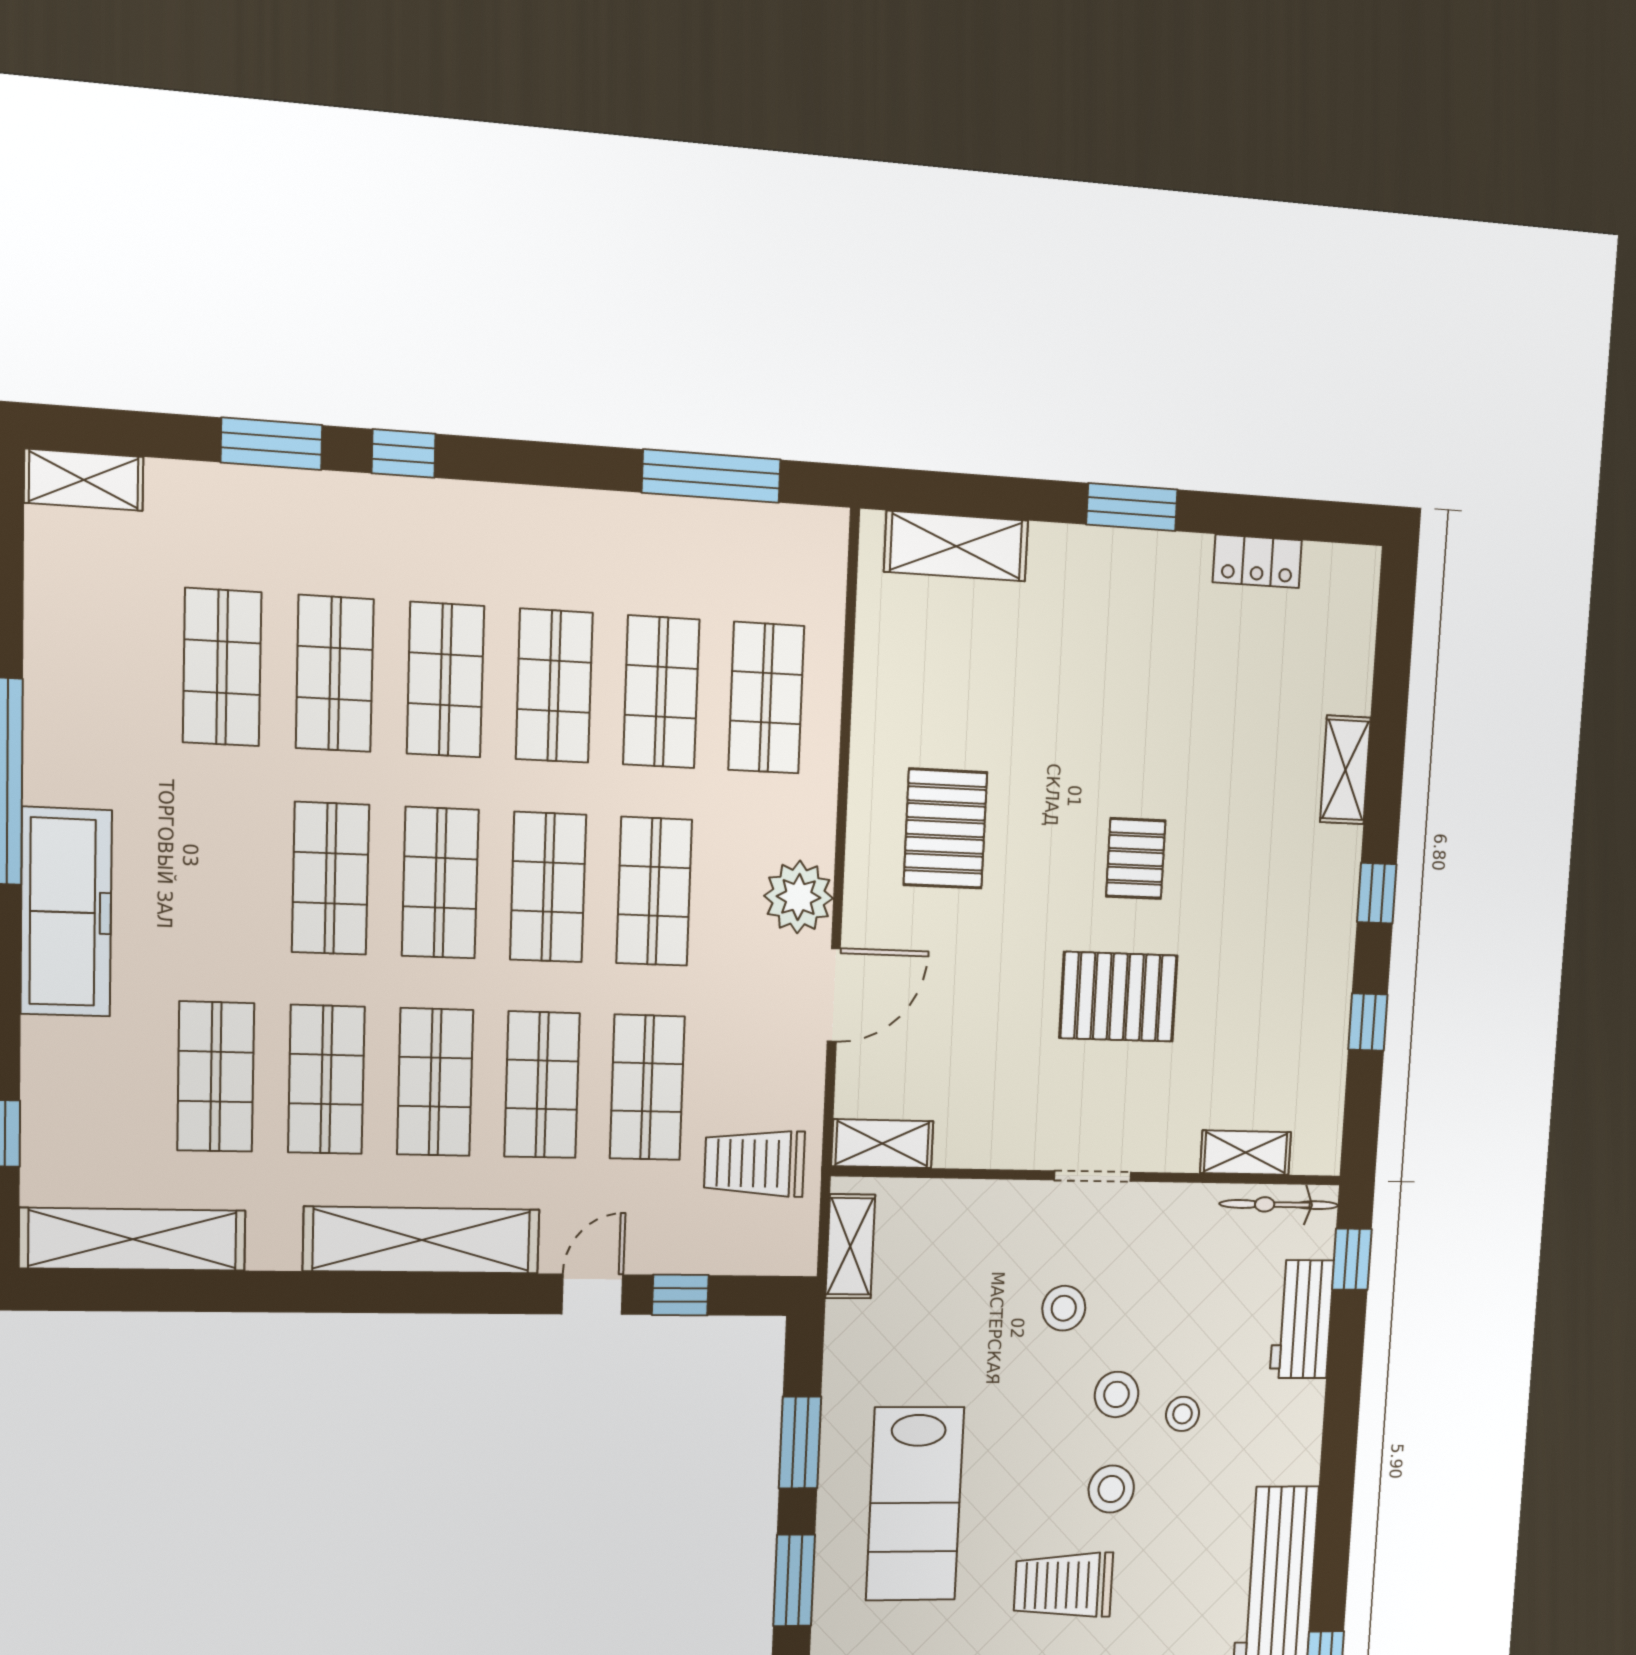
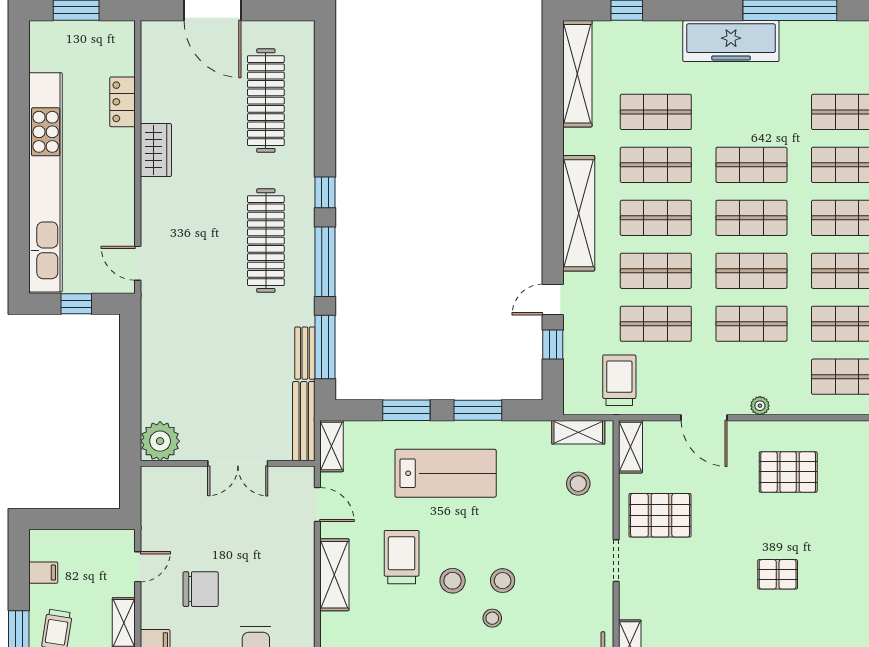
plant: (799, 897) -> (760, 406), width x0.53, depth x0.53
pallet: (1118, 997) -> (660, 515), moved, turned 90
door: (592, 1294) -> (553, 300), swing flipped
stool: (1064, 1308) -> (578, 484), moved
lab bench: (915, 1504) -> (446, 473), turned 180

